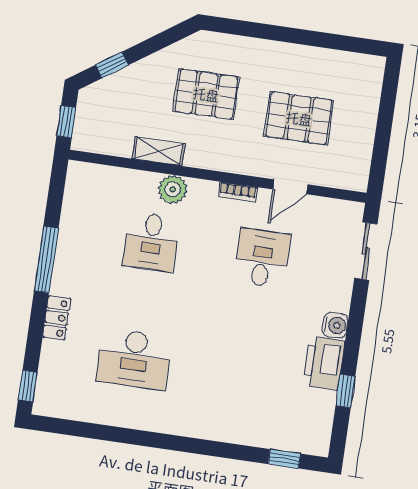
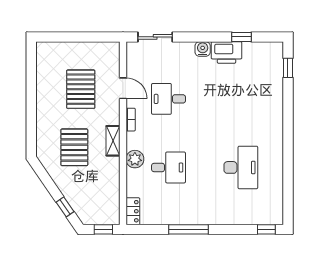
shelving: (159, 151) -> (113, 141), moved
locker: (57, 318) -> (133, 211), moved, turned 90

